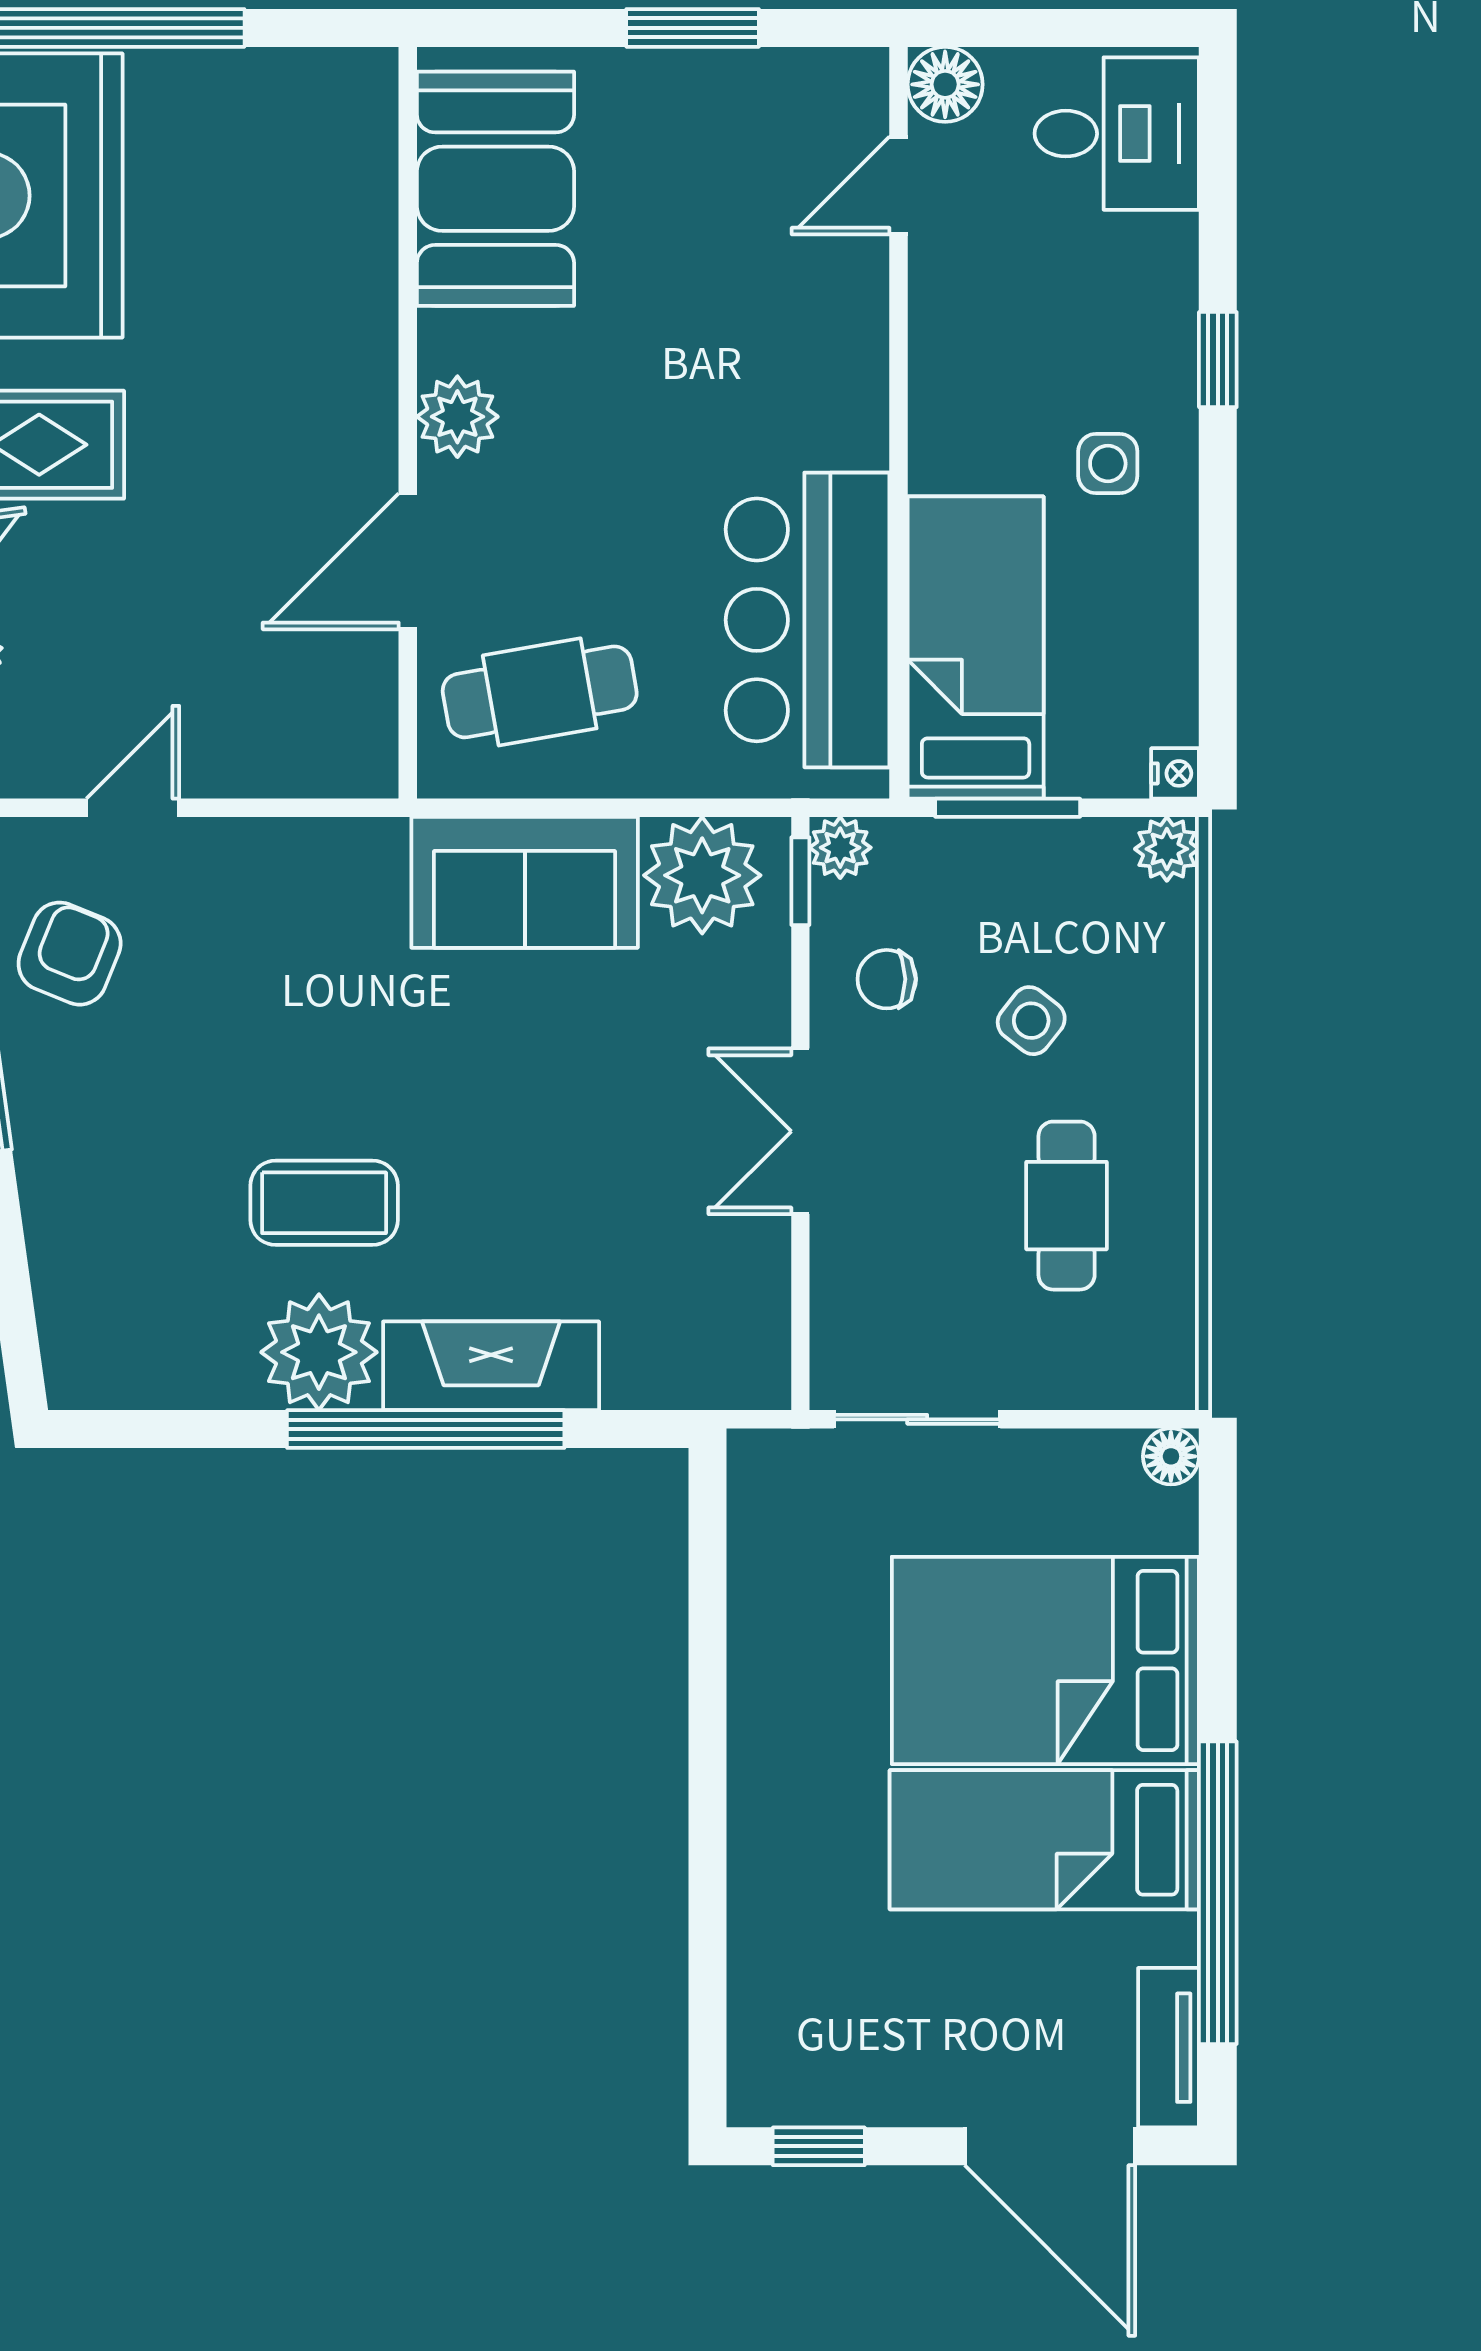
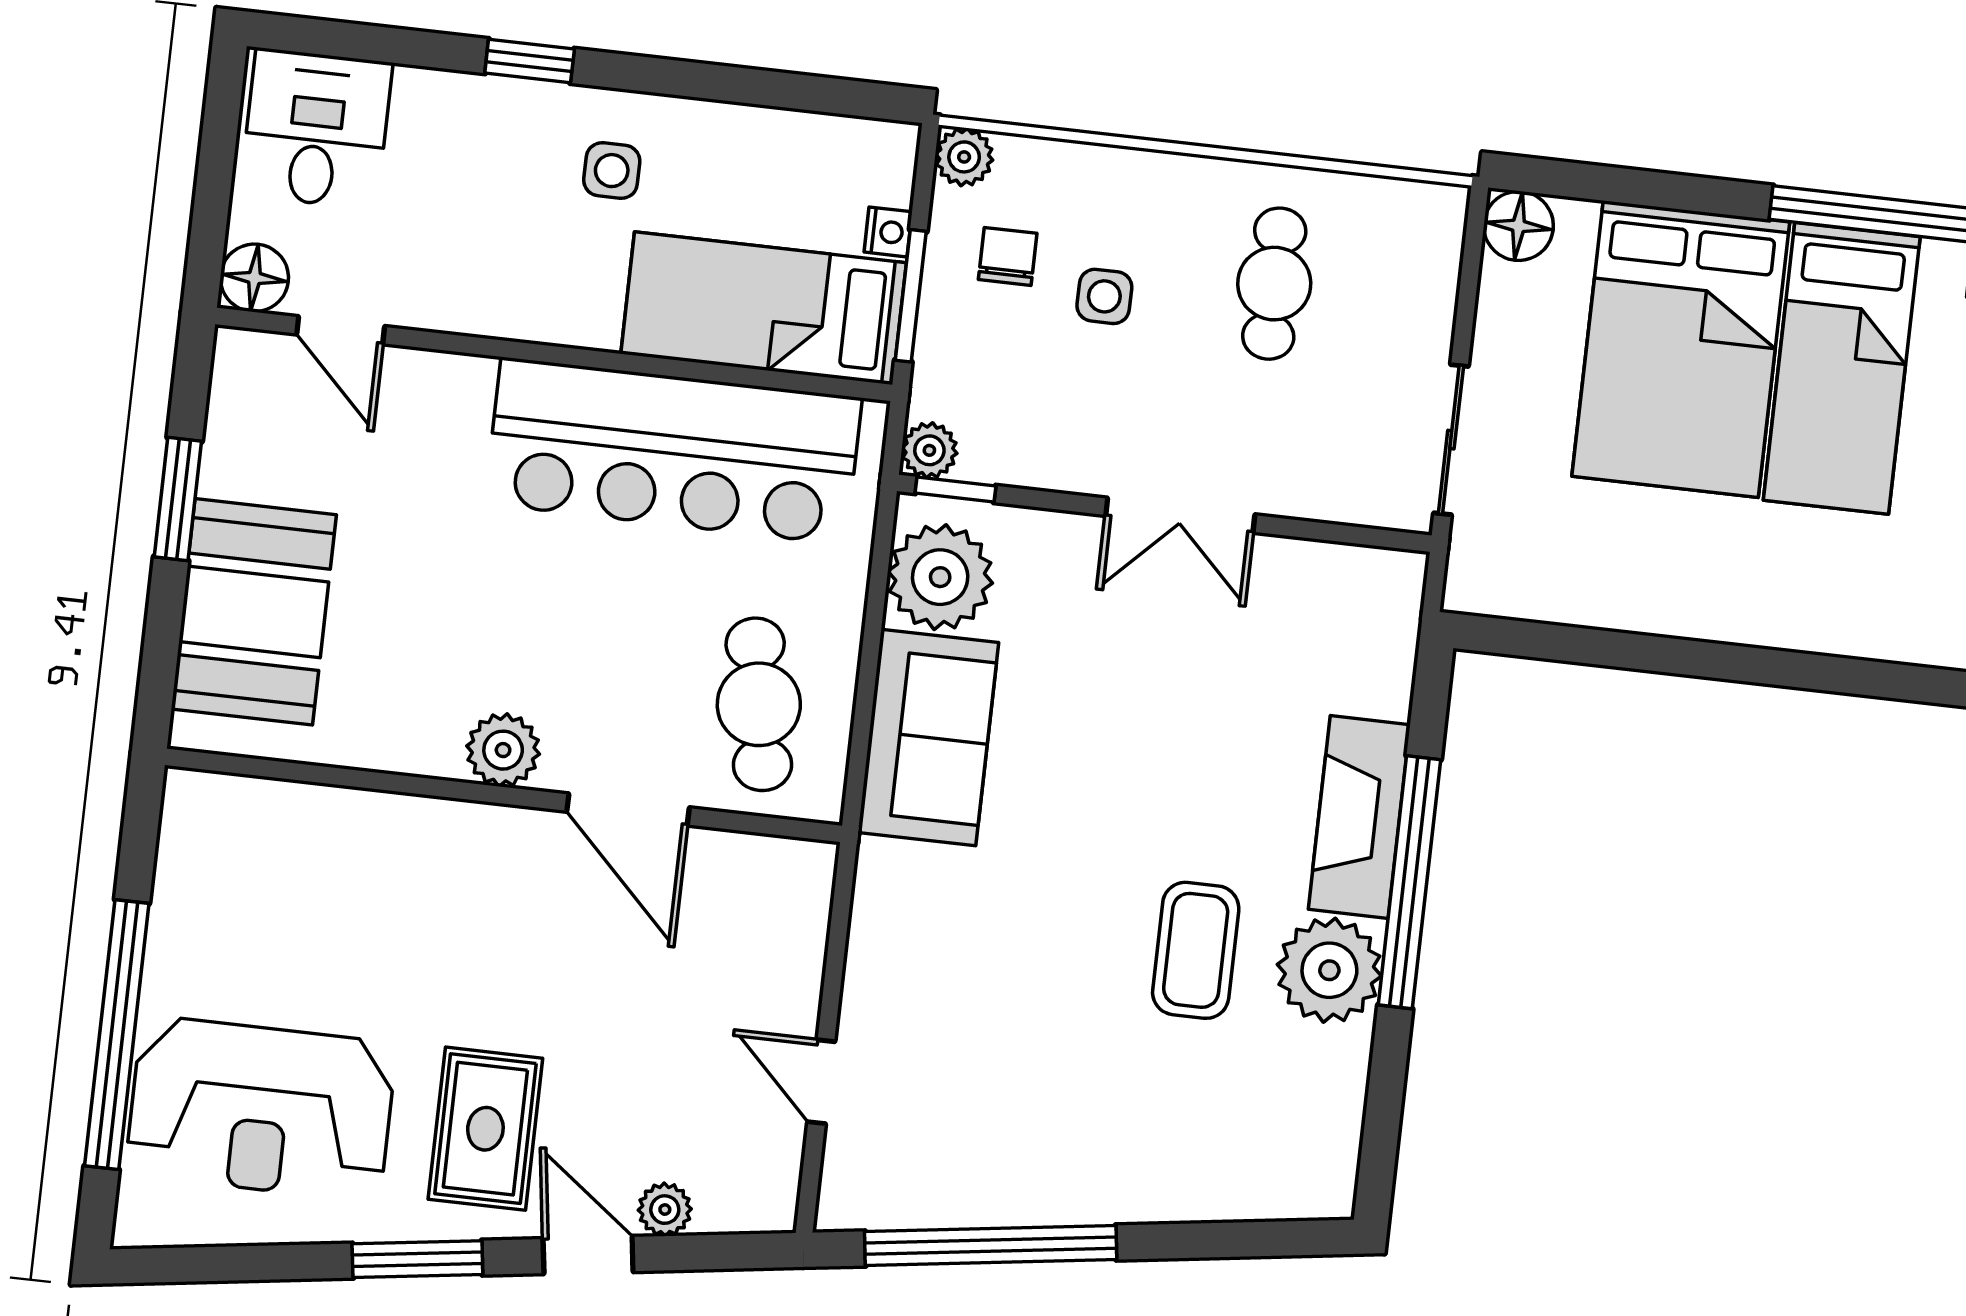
booth: (495, 189) -> (254, 612), moved, turned 90
bar counter: (808, 620) -> (673, 451), width x1.36
nightstand: (1175, 773) -> (888, 232), moved, turned 90
armchair: (70, 954) -> (946, 1154), removed
chair: (887, 979) -> (1008, 256), moved, turned 180
side table: (1031, 1021) -> (1104, 296), turned -38
cafe table: (1067, 1206) -> (1274, 284), turned 90
floor lamp: (1171, 1456) -> (1518, 226), width x1.37, depth x1.37

